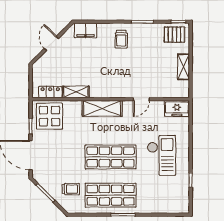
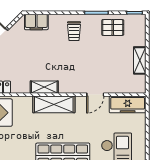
pallet: (174, 35) -> (113, 27), moved
shelving: (76, 92) -> (44, 87), moved
freezer: (177, 108) -> (128, 104), width x1.40

